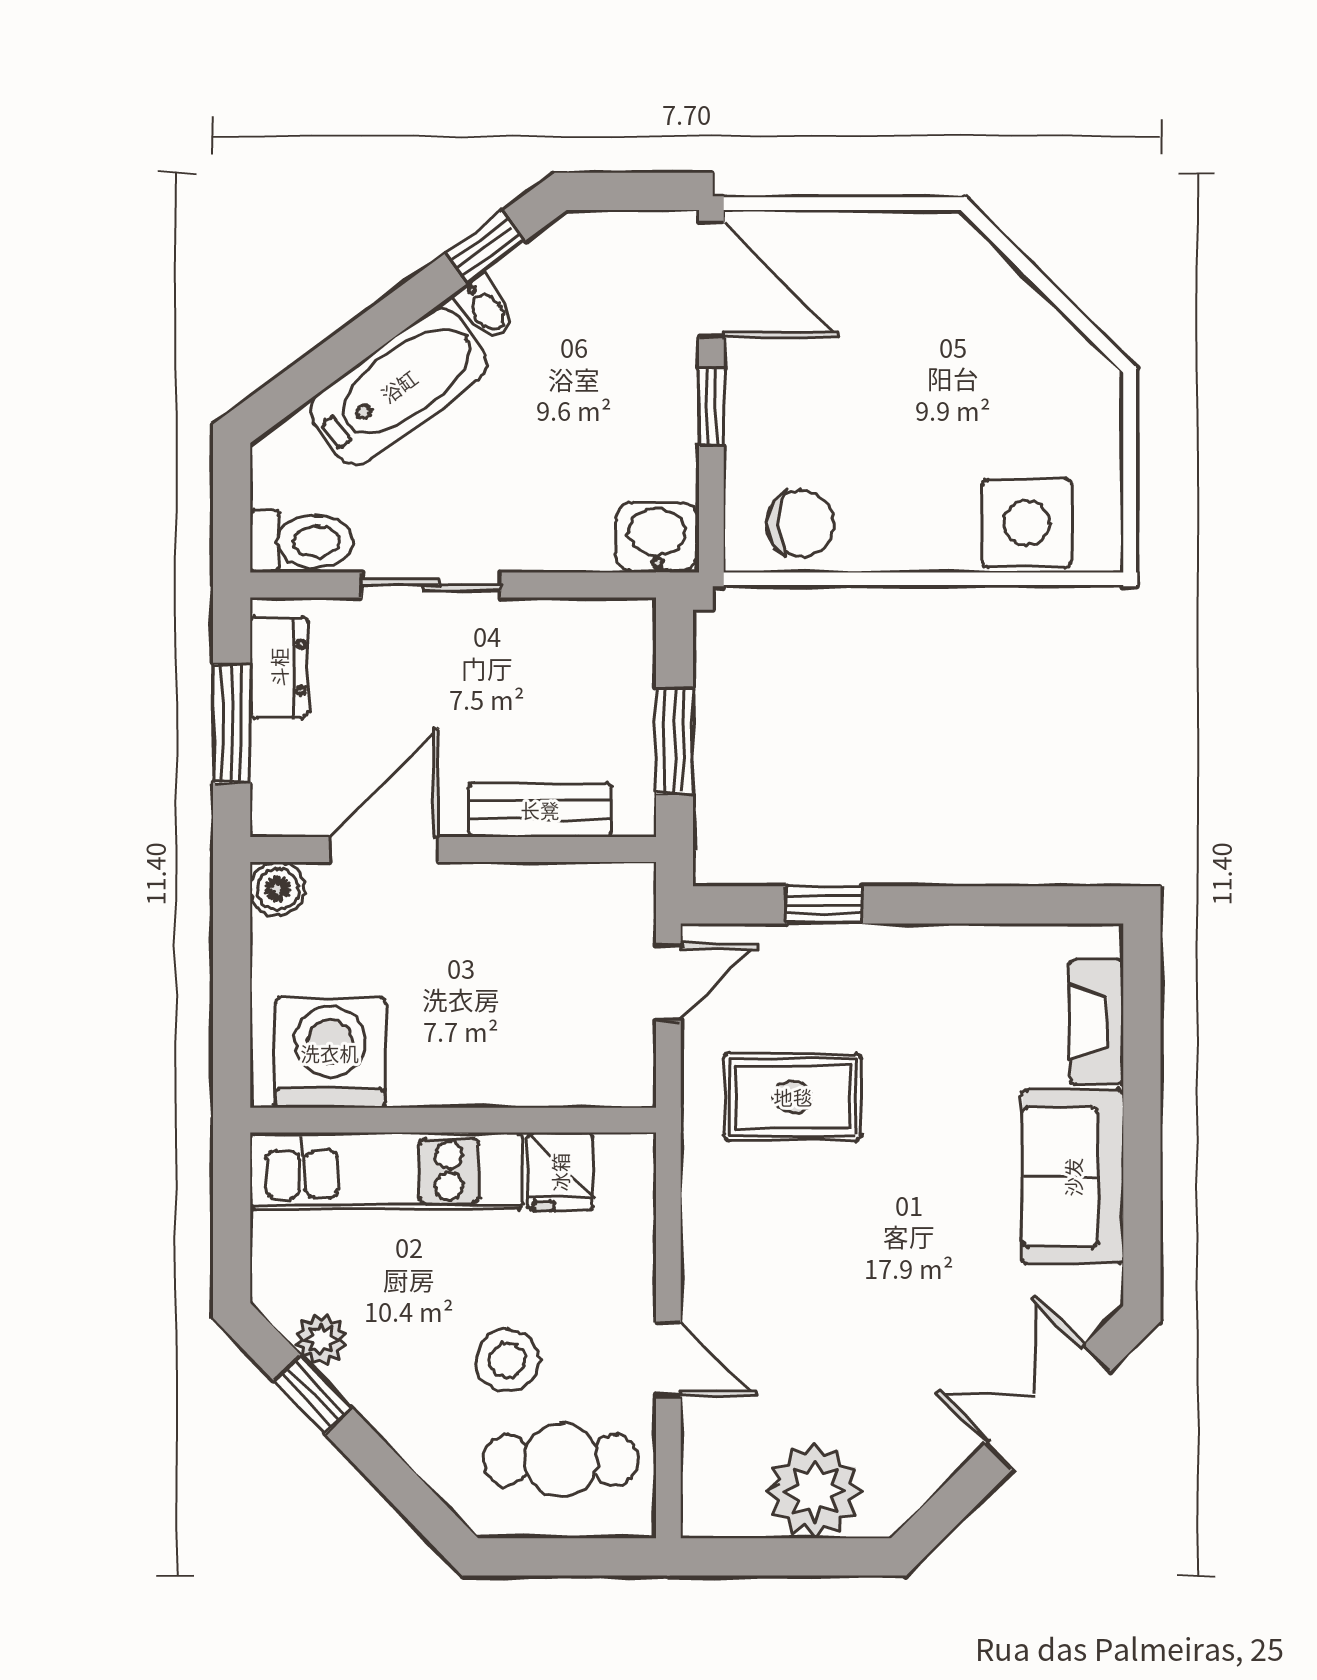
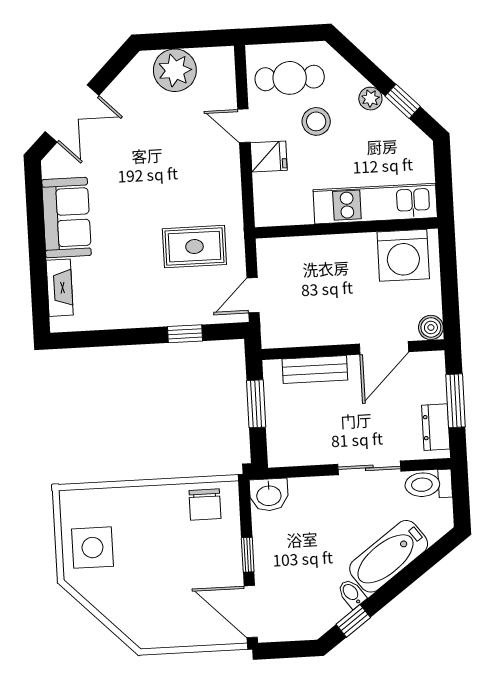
chair: (800, 523) -> (205, 504), turned -90
side table: (1027, 523) -> (92, 548), moved
fridge: (560, 1172) -> (269, 157), moved, turned 90
plant: (321, 1340) -> (370, 99), moved

